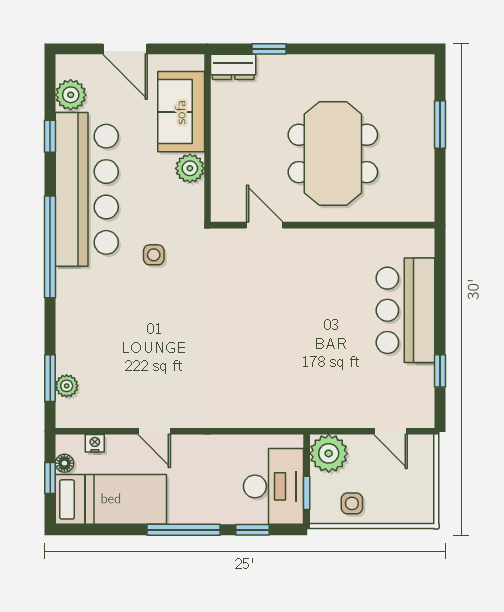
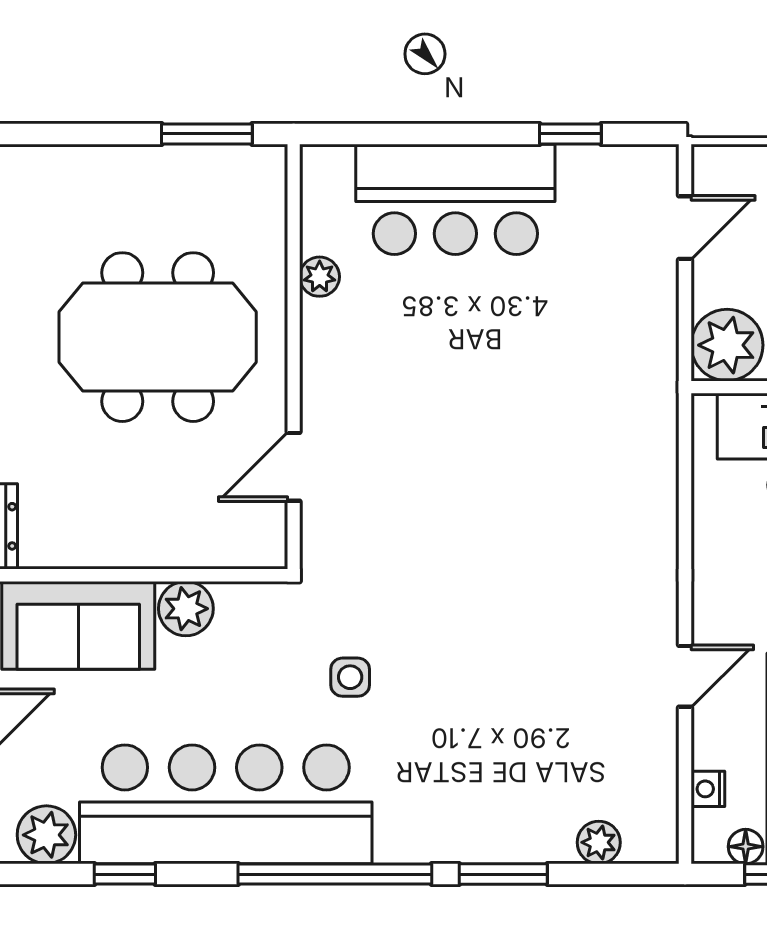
window: (440, 124) -> (207, 134), moved
plant: (365, 239) -> (320, 277), added
window: (50, 378) -> (503, 874), moved

